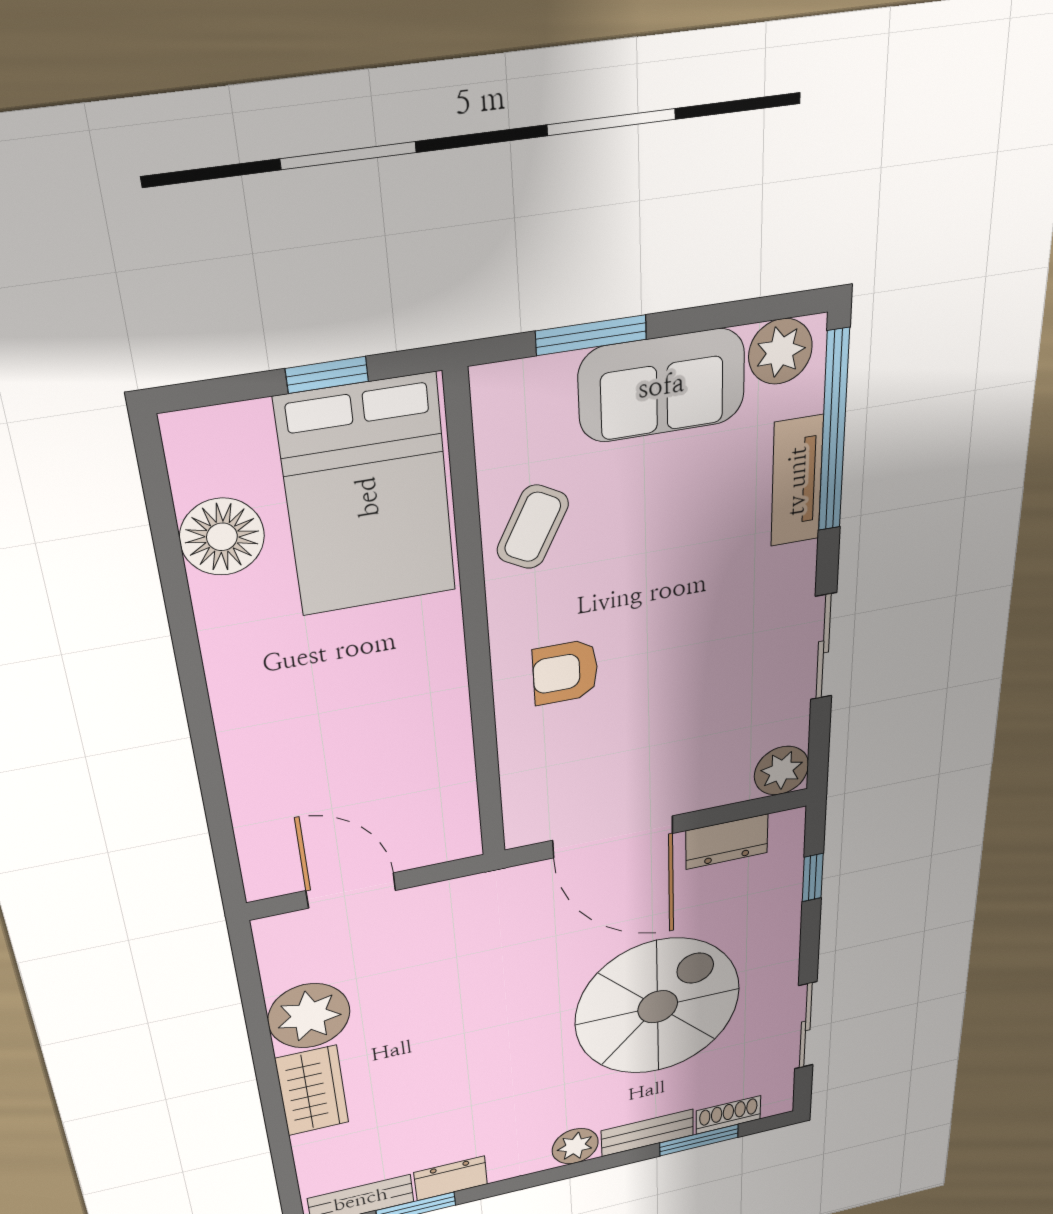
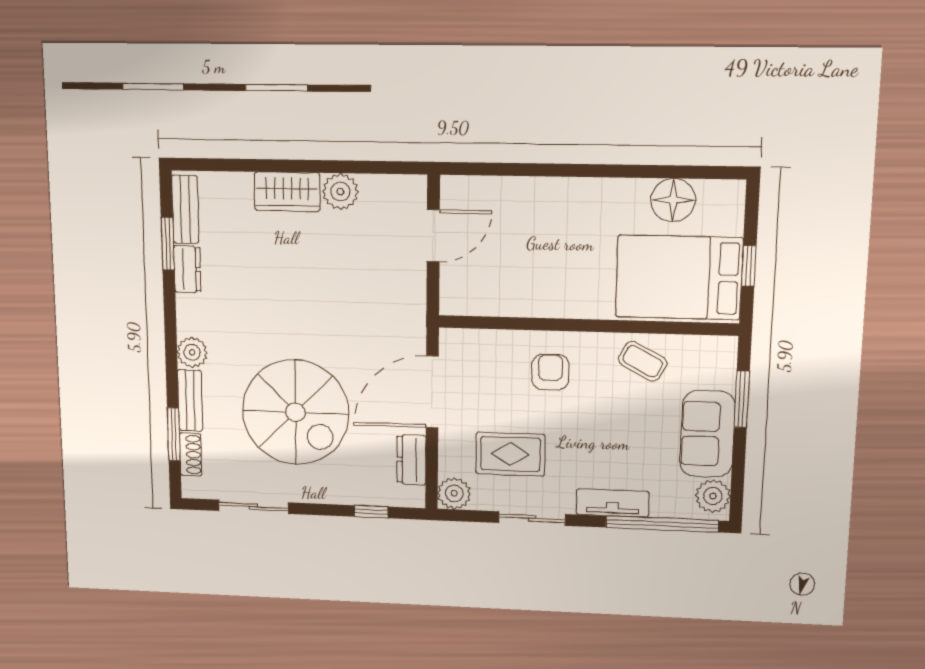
tv unit: (797, 481) -> (613, 503), moved
rug: (712, 703) -> (510, 454), added
plant: (309, 1016) -> (340, 192), width x0.73, depth x0.73

